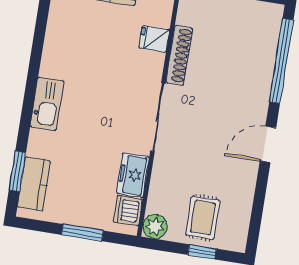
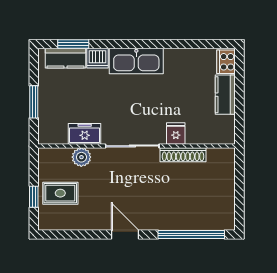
fridge: (154, 39) -> (176, 133), moved
kitchen sink: (47, 104) -> (136, 61), width x1.36, depth x1.24
dishwasher: (128, 211) -> (97, 58), moved, turned 180
plant: (155, 227) -> (81, 157), moved

